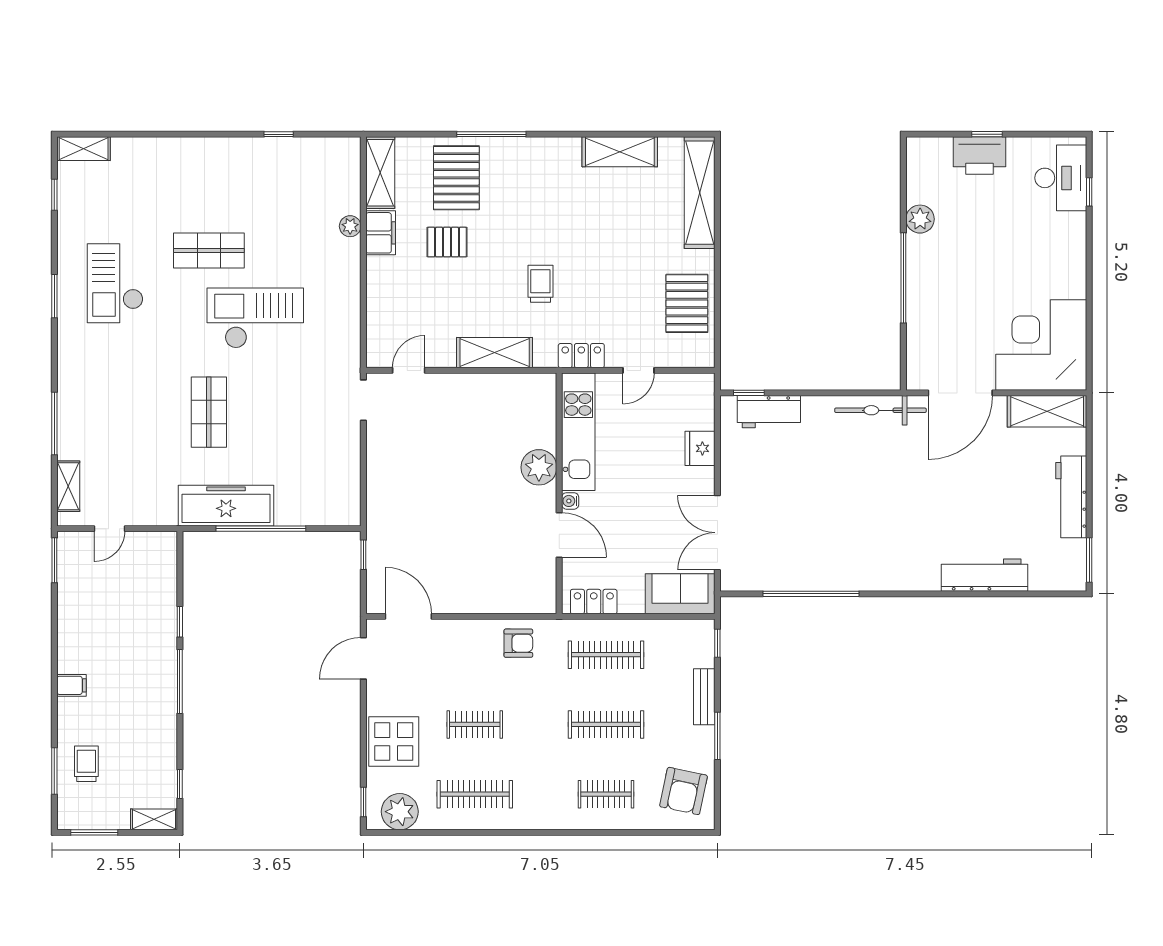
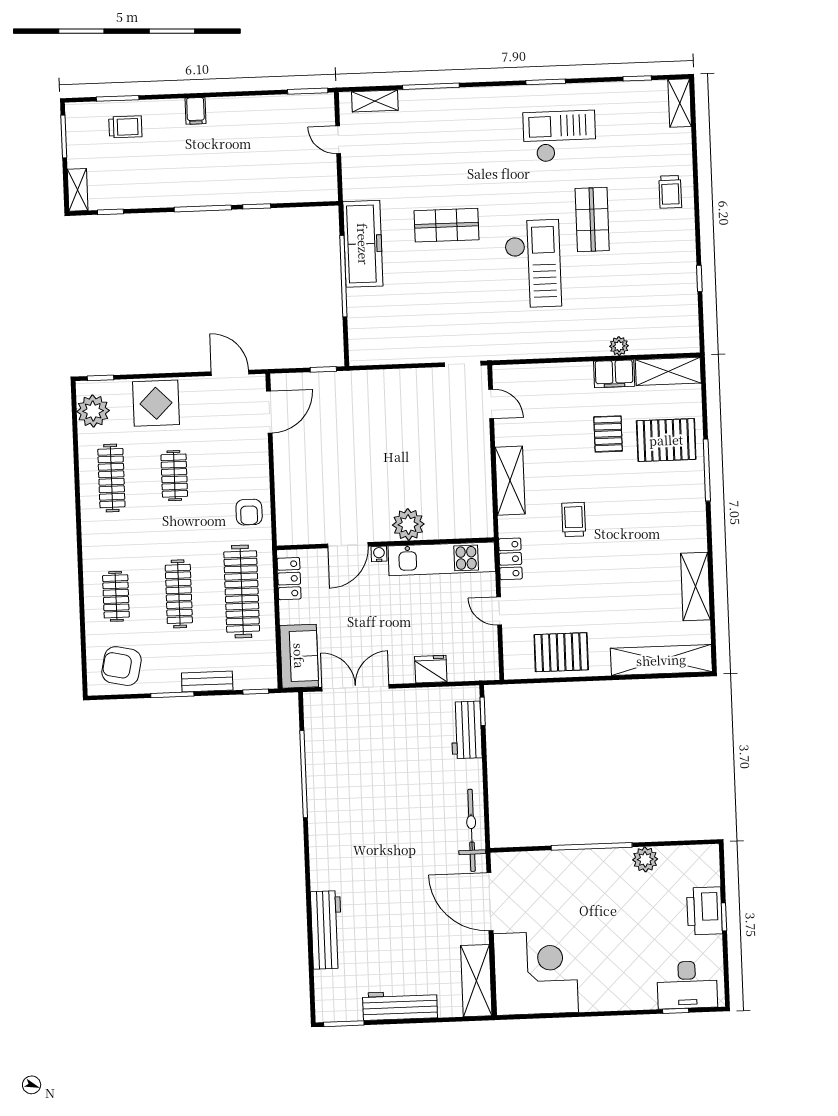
trolley: (181, 163) -> (670, 192), added
trolley: (540, 284) -> (574, 520), turned -90
clothes rail: (606, 655) -> (242, 592), width x1.37, depth x1.31

